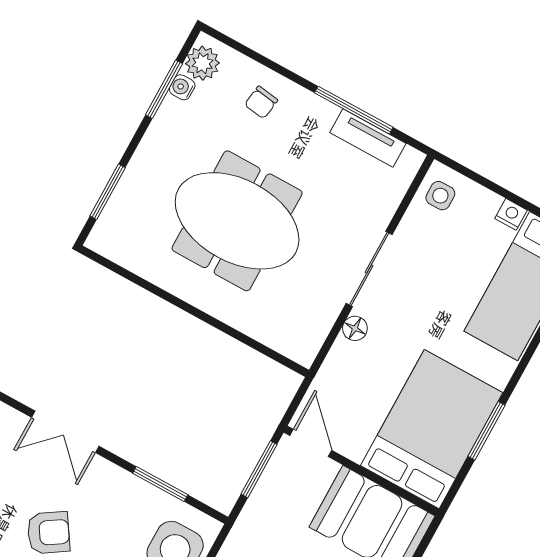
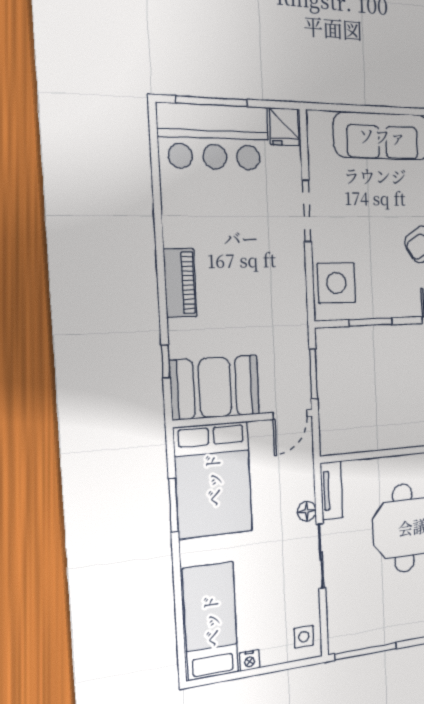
window: (354, 110) -> (366, 651), moved
tv unit: (368, 138) -> (332, 490), moved, turned 90
door: (311, 443) -> (290, 415), hinge flipped

